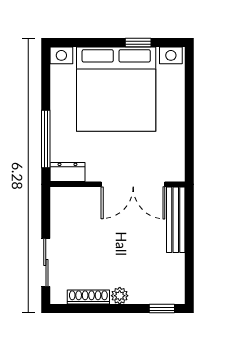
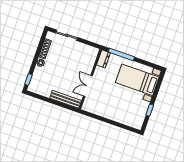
bed with nightstands: (116, 89) -> (137, 80), width x0.54
double door: (133, 184) -> (88, 86), width x0.73

